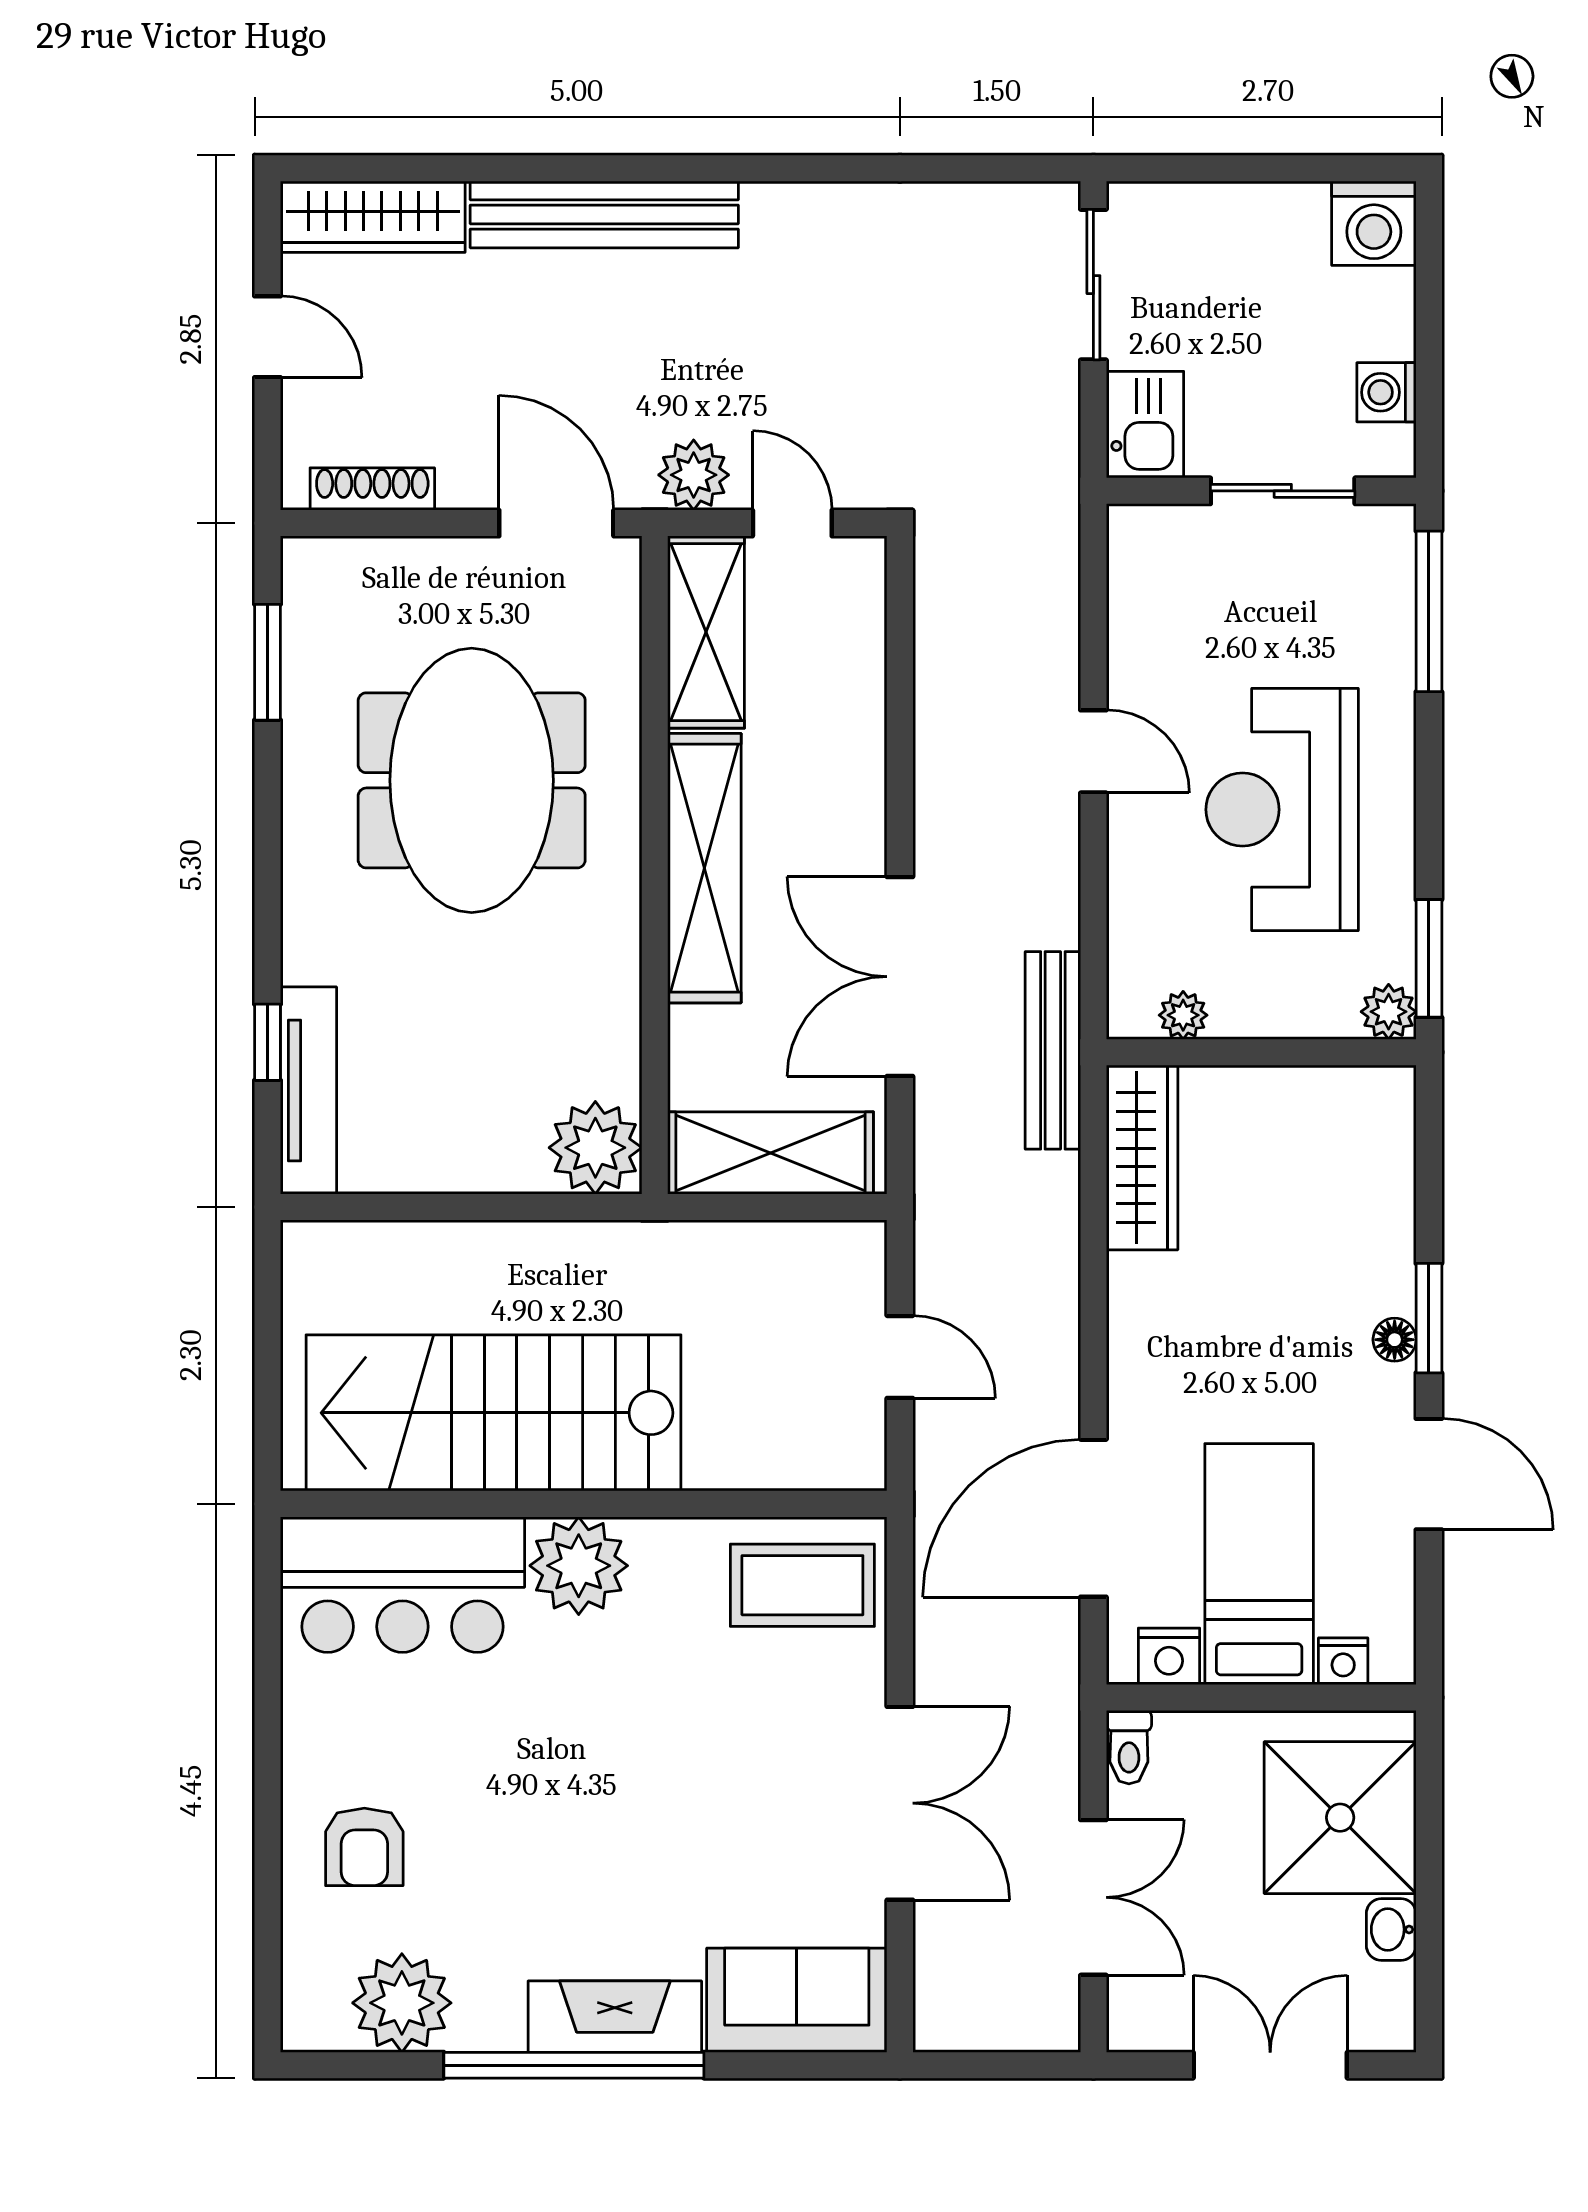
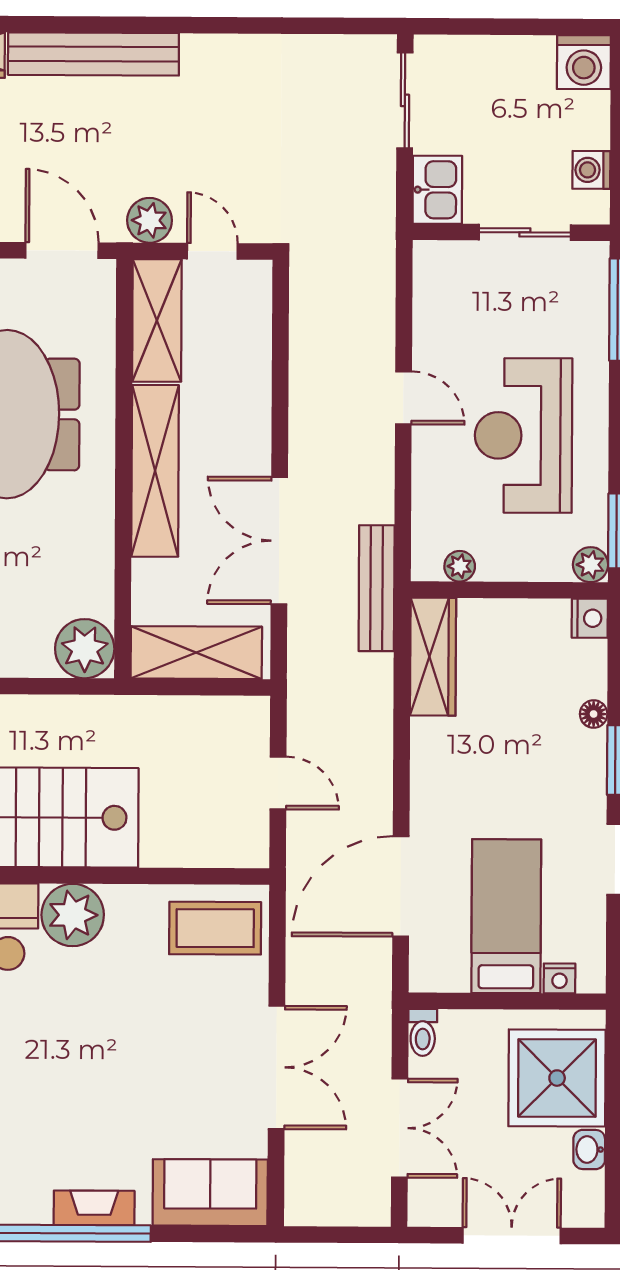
floor lamp: (1395, 1340) -> (594, 714), moved
nightstand: (1169, 1656) -> (590, 618), moved, turned -90
fireplace: (615, 2017) -> (94, 1208), width x0.73, depth x0.76

